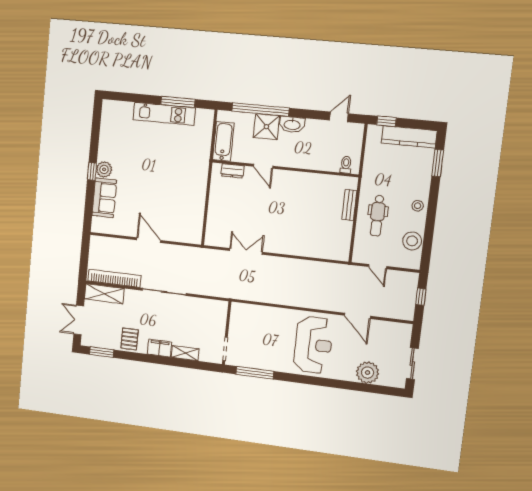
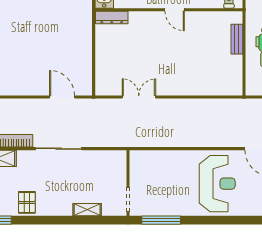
door: (263, 166) -> (175, 10), moved
dresser: (232, 171) -> (112, 17), width x1.44
door: (149, 240) -> (62, 97), moved
filing cabinet: (160, 348) -> (60, 208), removed

